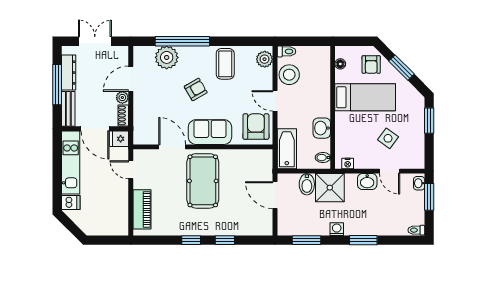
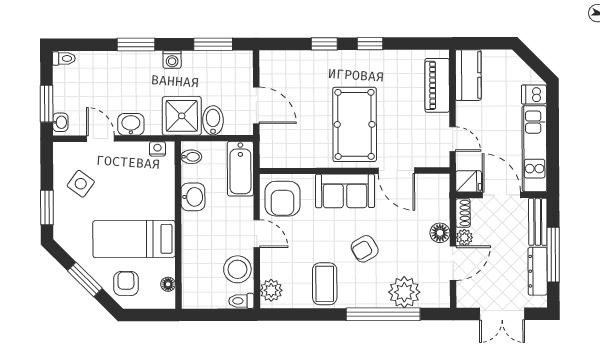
floor lamp: (140, 101) -> (440, 233), added
side table: (388, 138) -> (81, 184), moved
kitchen counter: (119, 217) -> (468, 75), added

